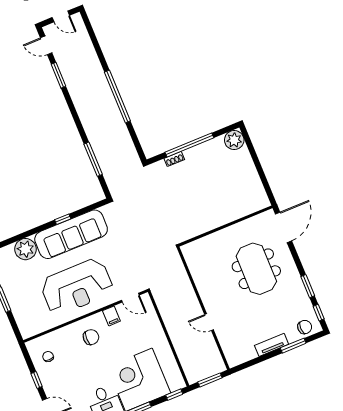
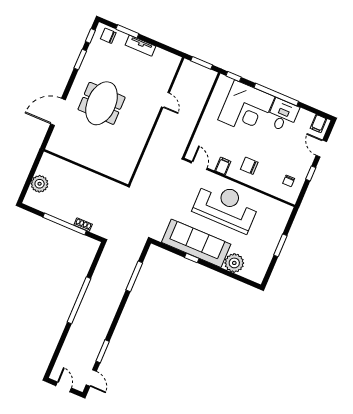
plant: (234, 140) -> (40, 184), moved
wall: (225, 226) -> (86, 168), moved

